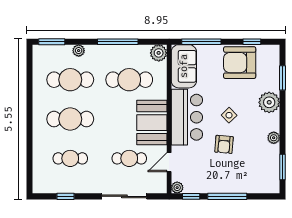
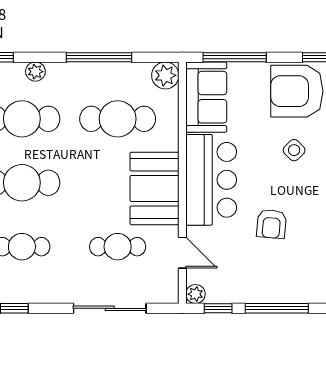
side table: (229, 115) -> (294, 150), moved
door: (169, 162) -> (182, 253), swing flipped

